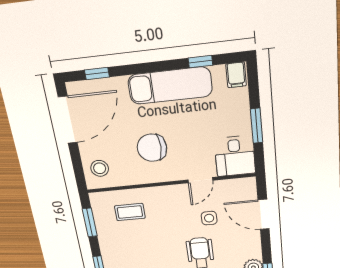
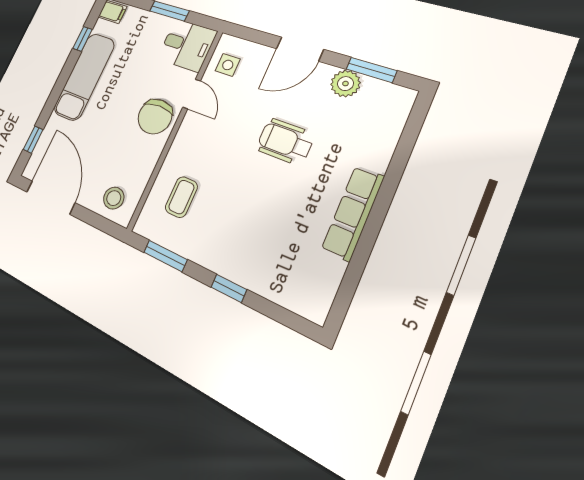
chair: (152, 148) -> (155, 117), moved
door: (264, 214) -> (300, 49), moved
side table: (209, 218) -> (228, 65), moved

